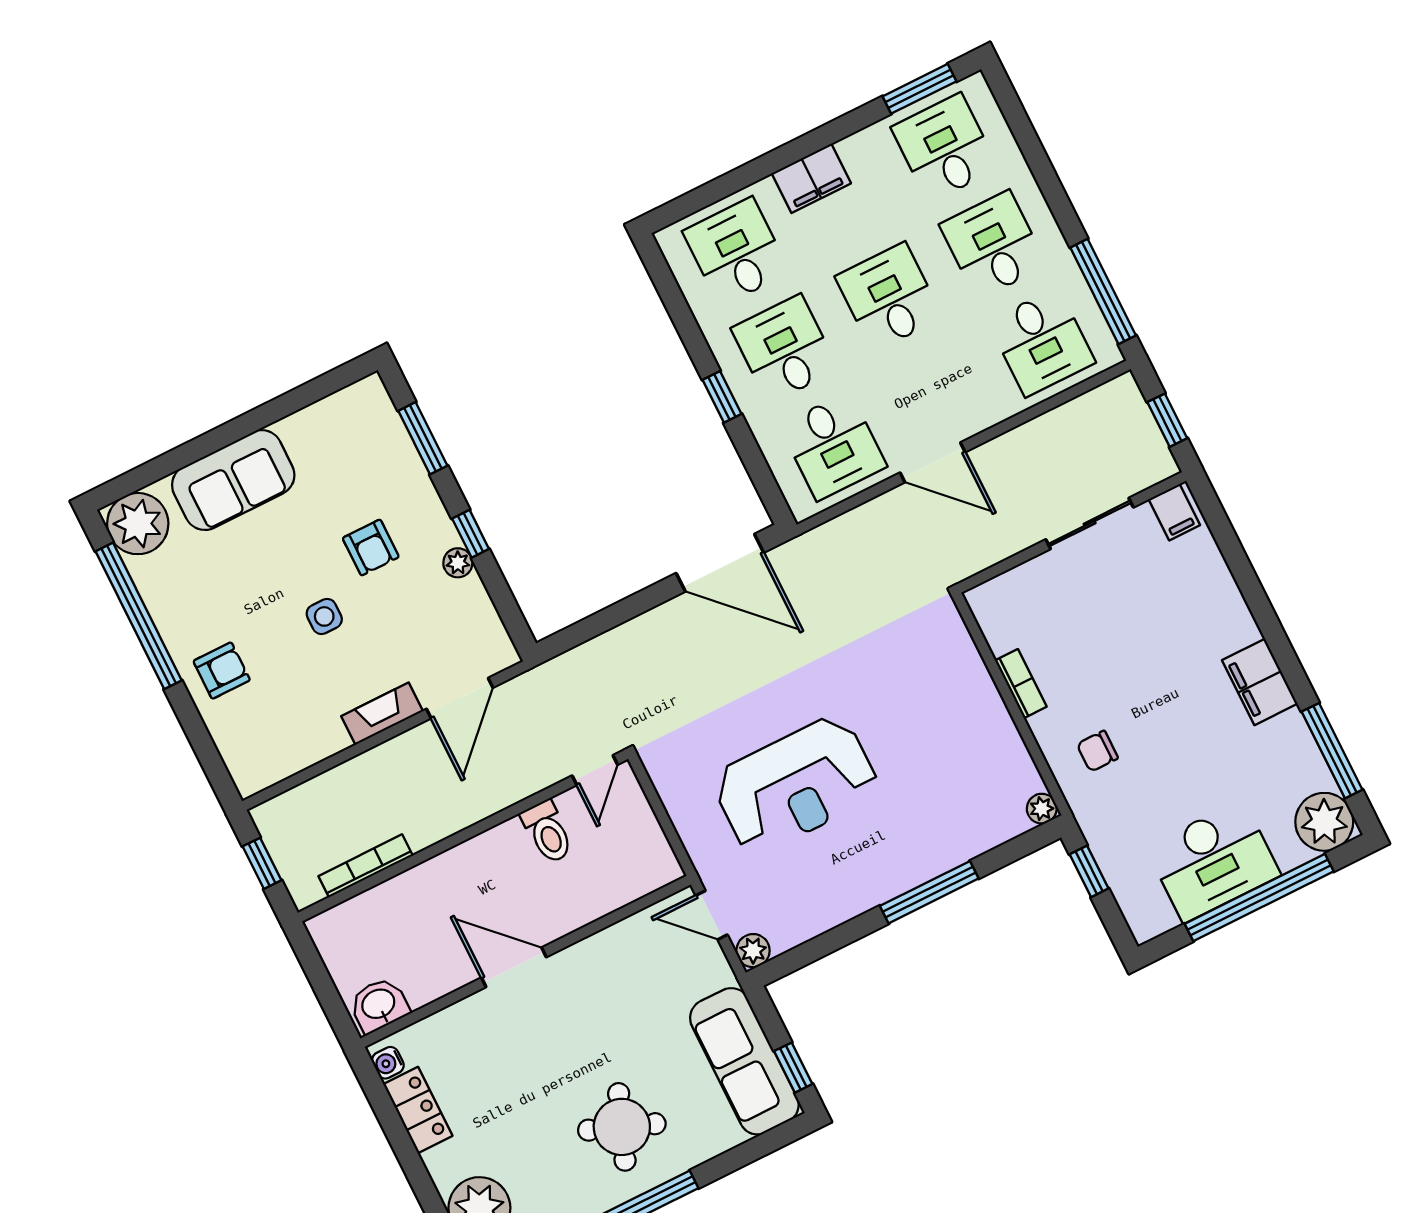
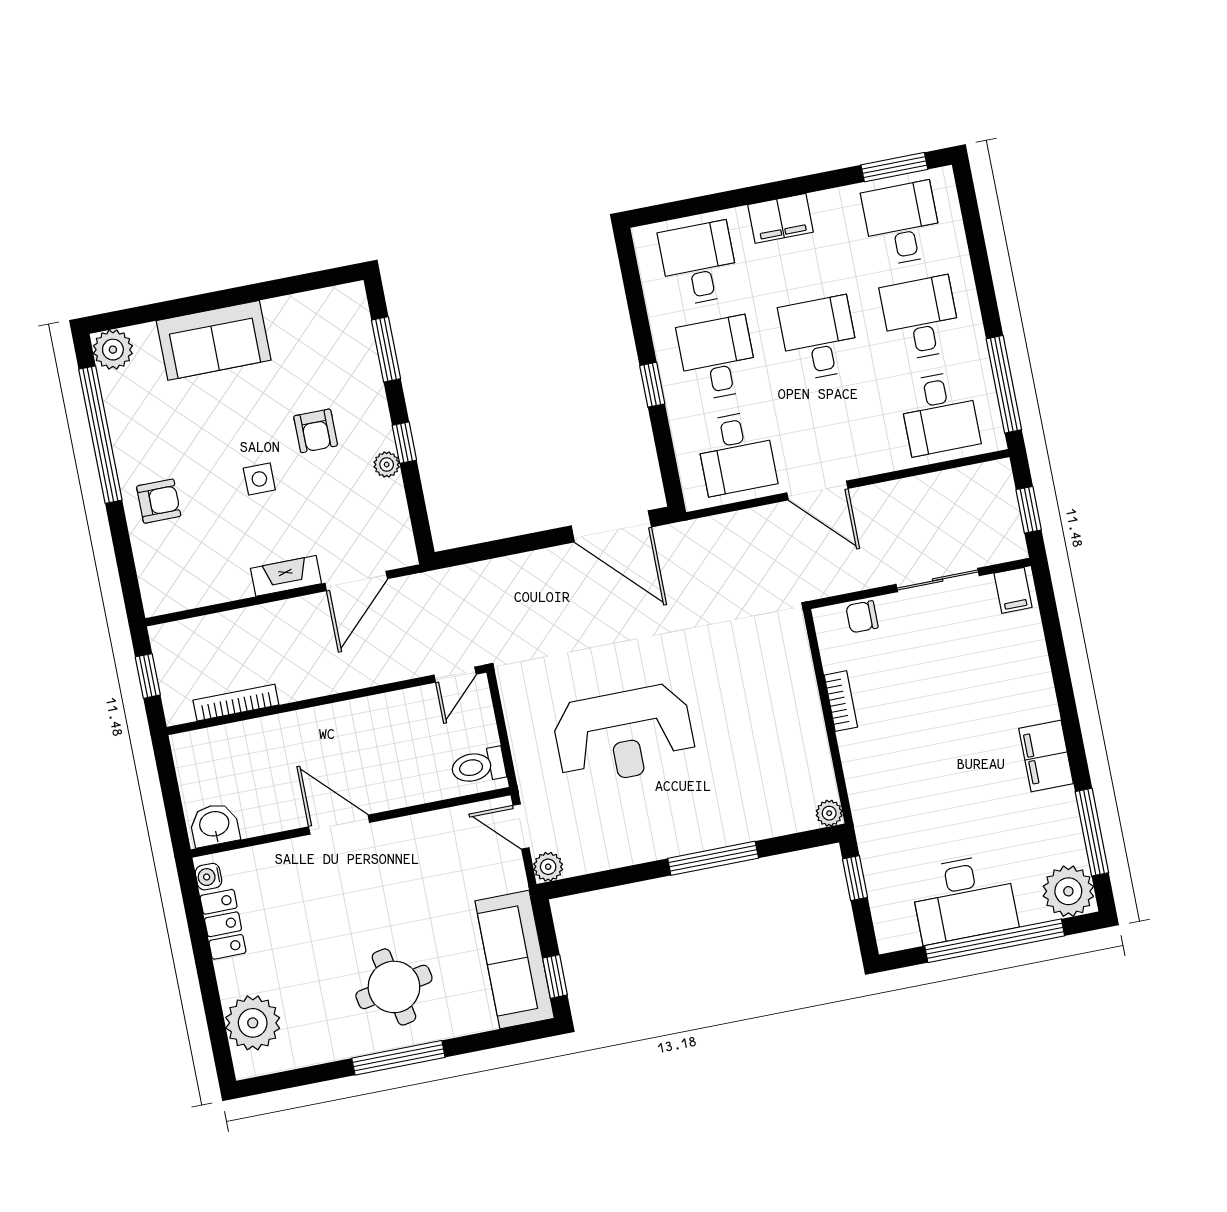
plant: (138, 524) -> (113, 350), width x0.73, depth x0.73
chair: (1097, 751) -> (862, 617), moved
toilet: (547, 832) -> (478, 766), moved, turned 90
round table: (622, 1127) -> (394, 987), turned -32

